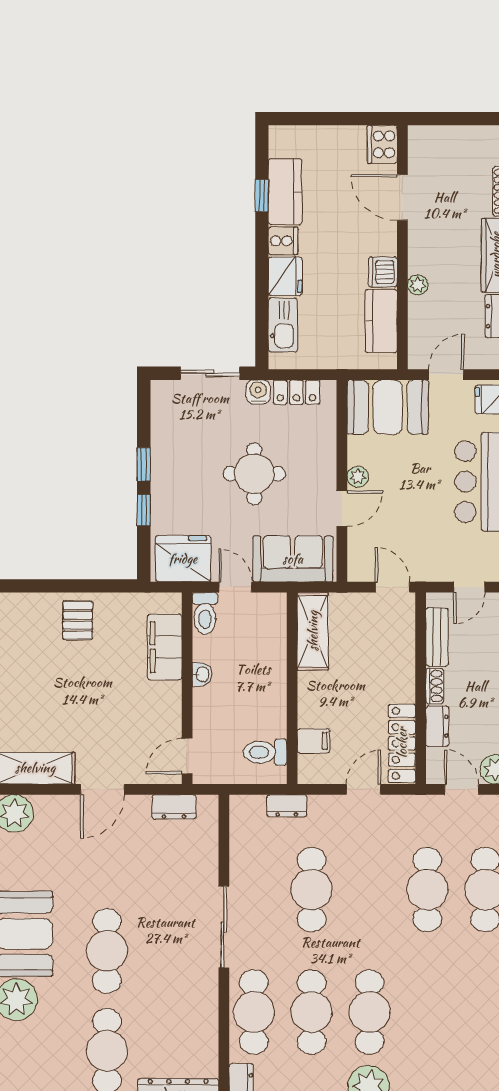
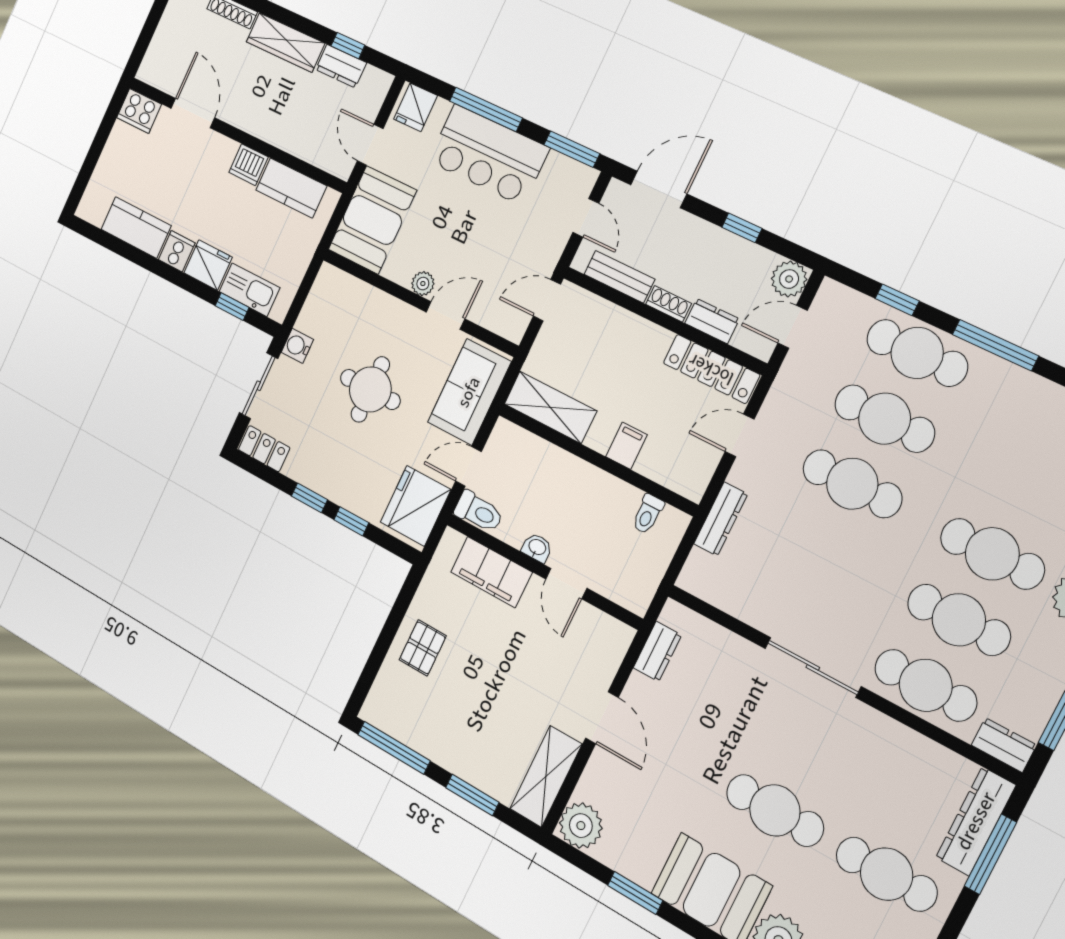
window: (262, 196) -> (232, 307), moved
door: (402, 197) -> (193, 113), swing flipped
plant: (418, 285) -> (276, 135), removed
locker: (296, 392) -> (264, 449), moved, turned -90
door: (342, 509) -> (445, 316), hinge flipped
pallet: (78, 620) -> (423, 648), turned 90
filing cabinet: (313, 741) -> (627, 446), moved
toilet: (265, 752) -> (648, 514), width x0.73, depth x0.72
door: (187, 756) -> (566, 584), moved
door: (364, 789) -> (740, 435), hinge flipped
dresser: (287, 806) -> (721, 519), width x1.44
cafe table: (312, 890) -> (852, 484), moved

